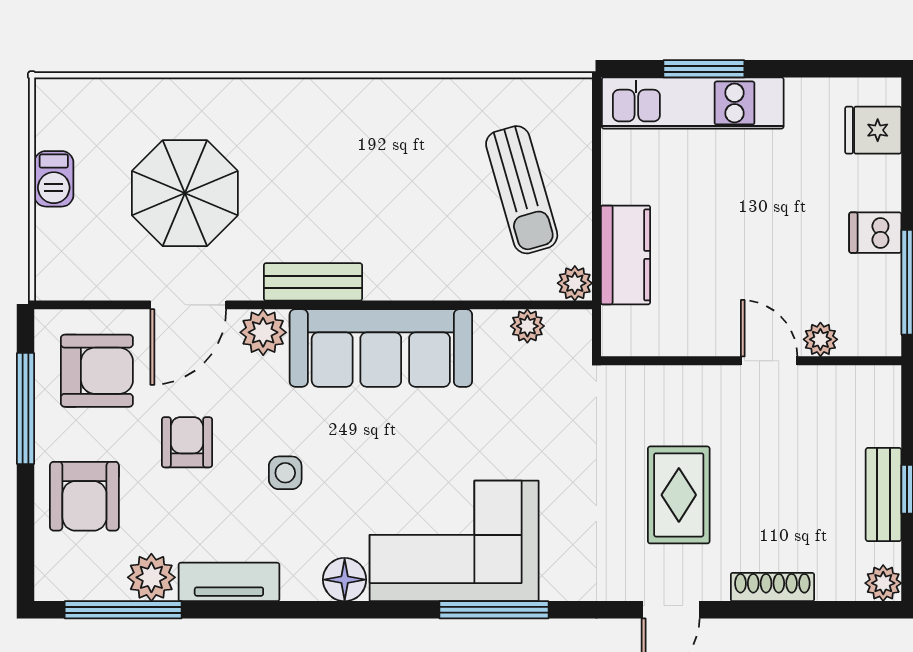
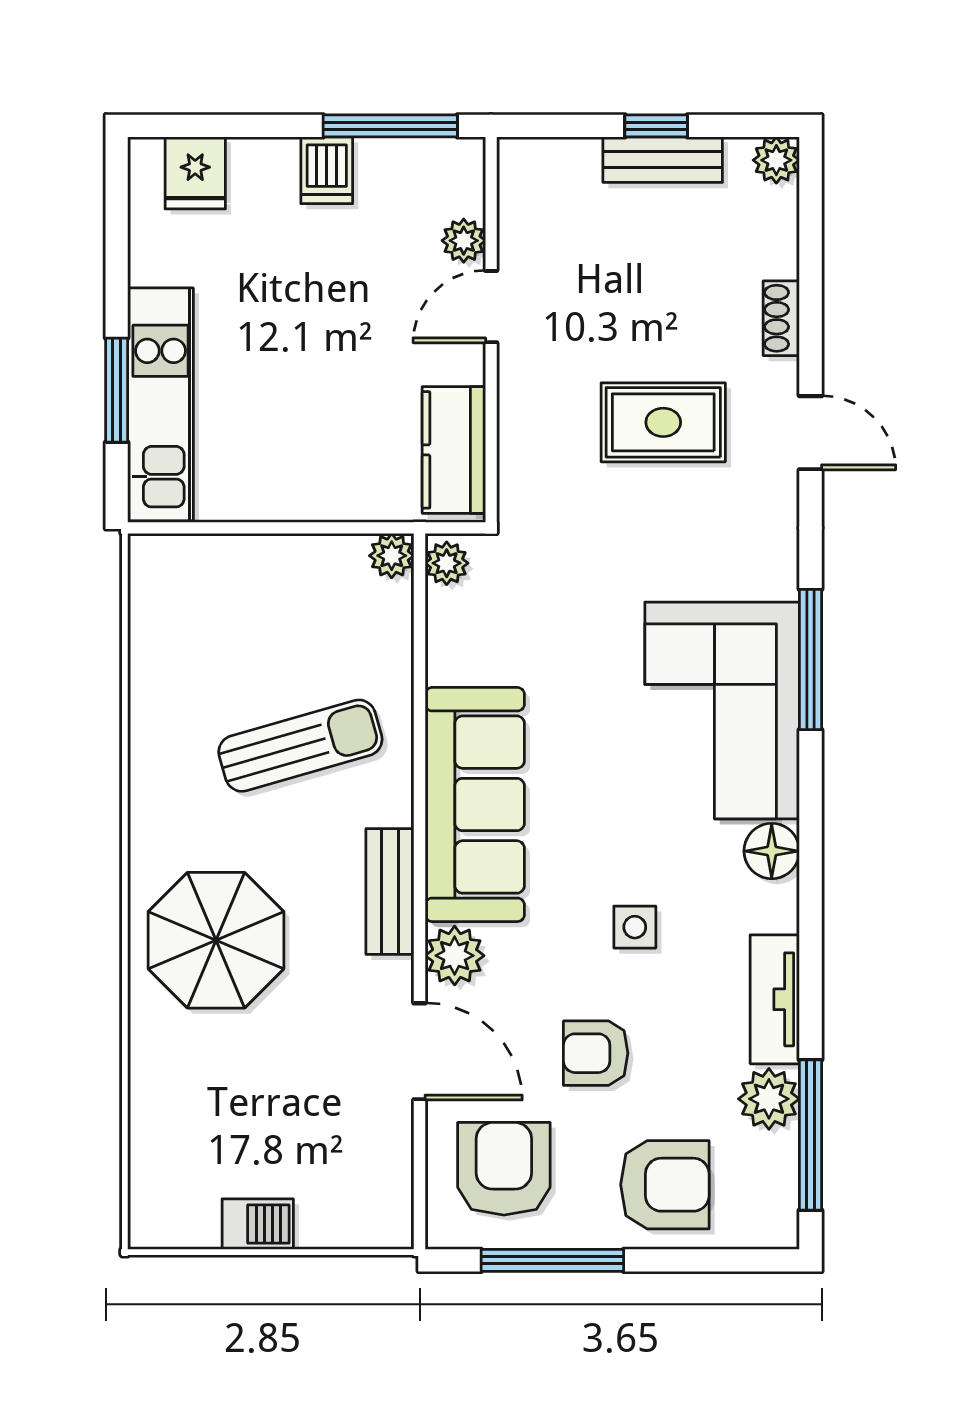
sun lounger: (522, 190) -> (300, 746), moved
parasol: (185, 193) -> (216, 940), moved
kitchen counter: (625, 255) -> (454, 450), moved, turned -90
plant: (527, 326) -> (447, 563), moved
shoe rack: (772, 587) -> (781, 318), width x0.70

